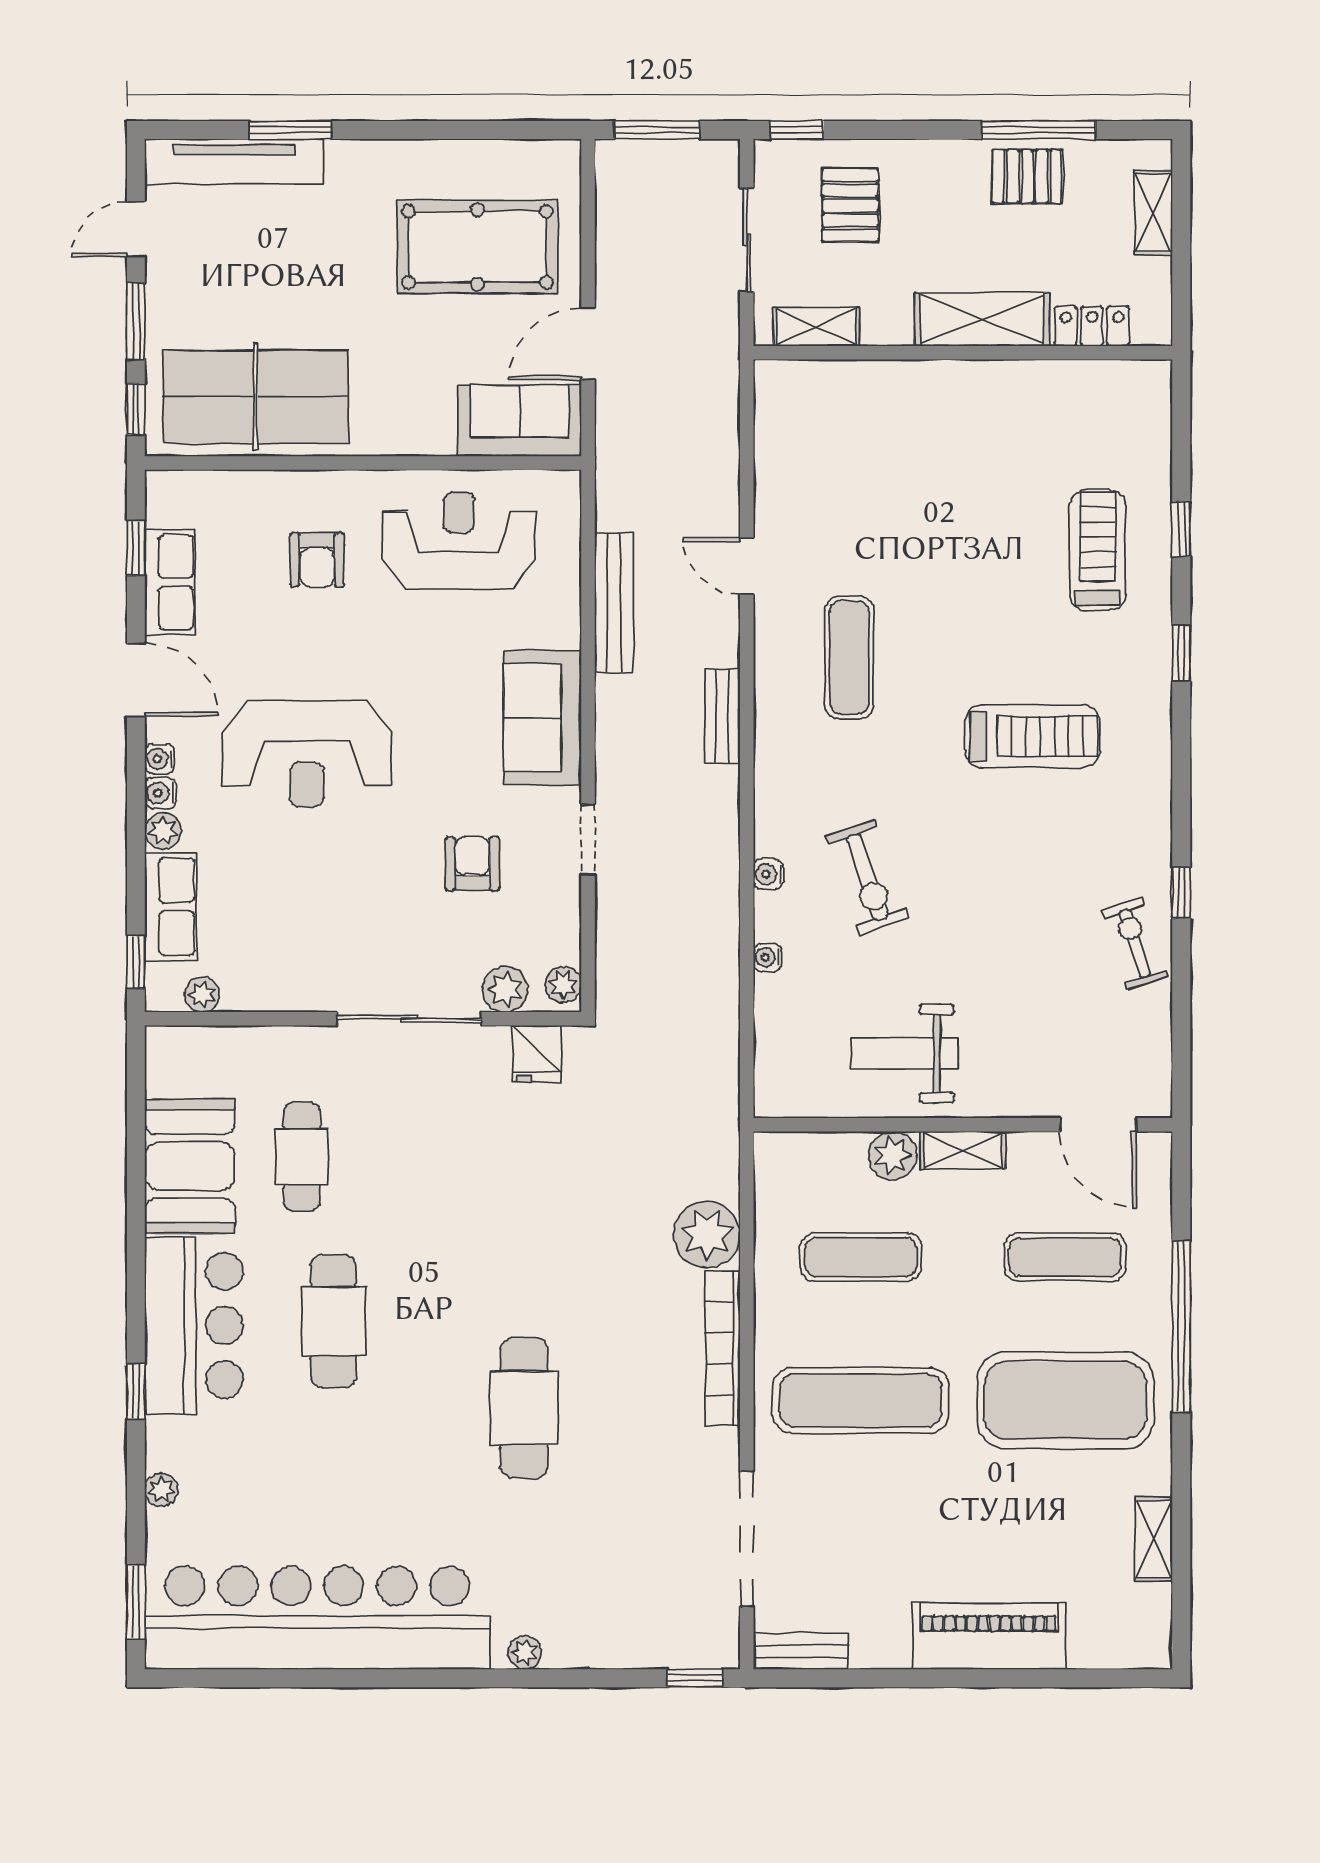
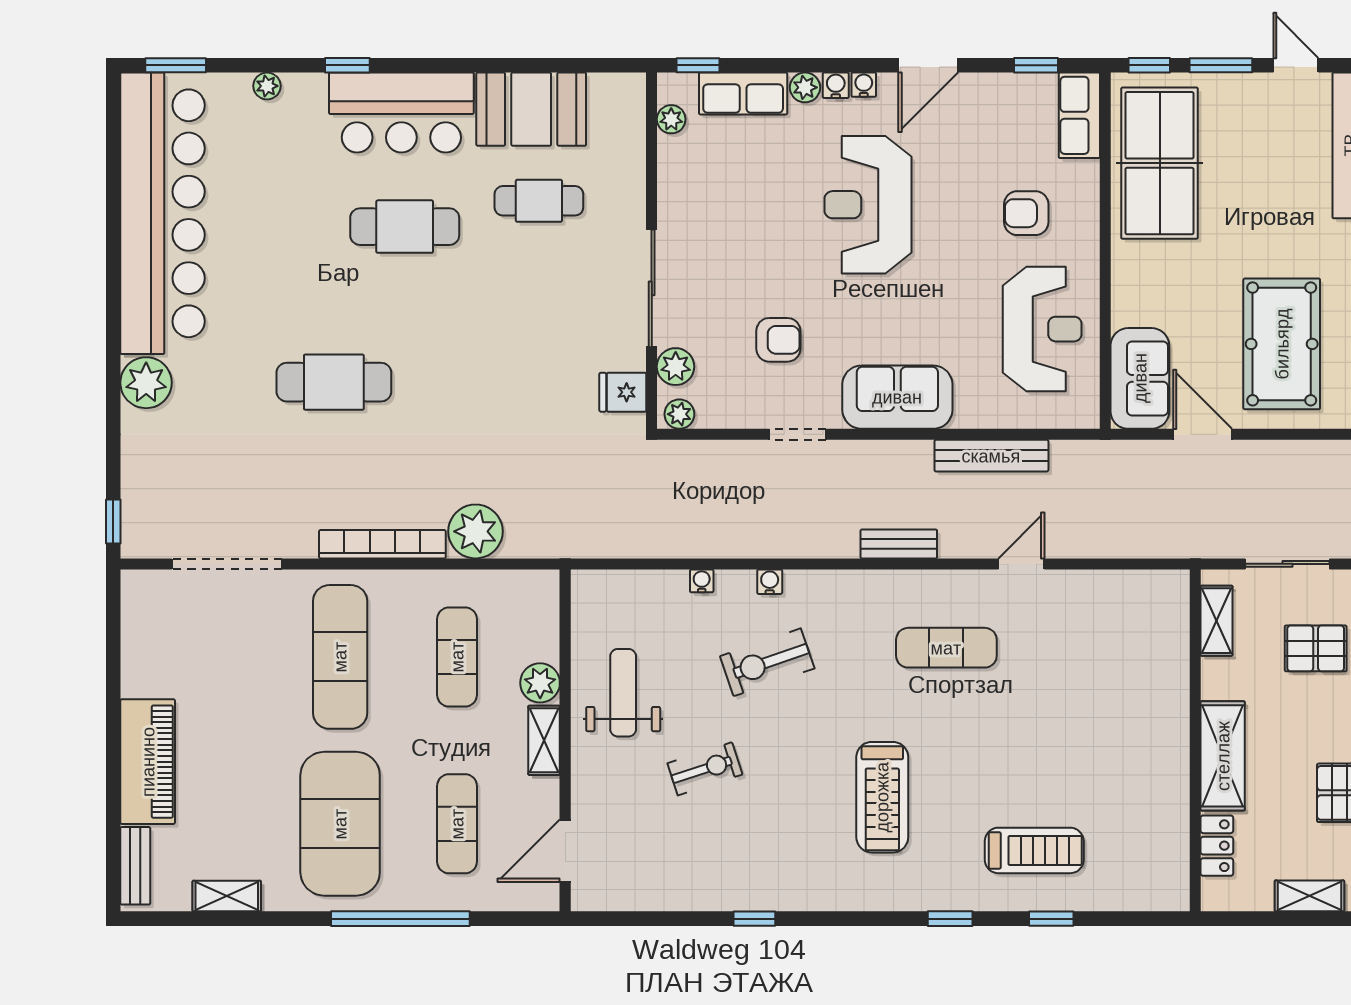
row of seats: (170, 582) -> (1079, 115), moved, turned 90
exercise bike: (1135, 943) -> (705, 769), moved
bench: (801, 1651) -> (135, 866), moved
plant: (525, 1653) -> (146, 383), width x1.87, depth x1.87

